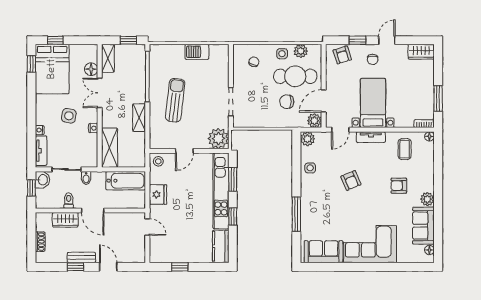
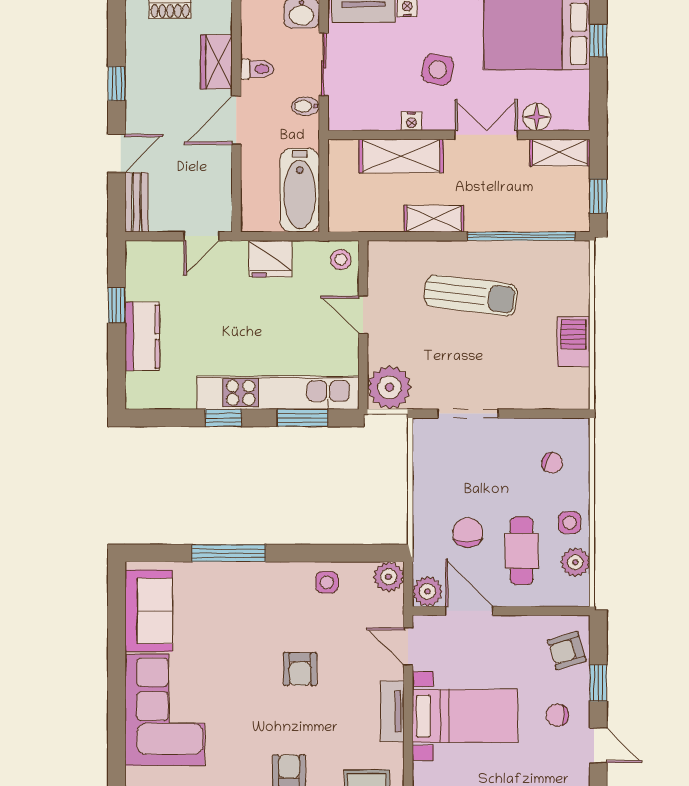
cafe table: (295, 76) -> (522, 551), width x0.73, depth x0.74
shelving: (110, 148) -> (401, 156), moved
armchair: (351, 181) -> (300, 669), turned -67
kitchen counter: (221, 246) -> (142, 337), moved, turned 90
bench: (81, 257) -> (136, 202), moved

